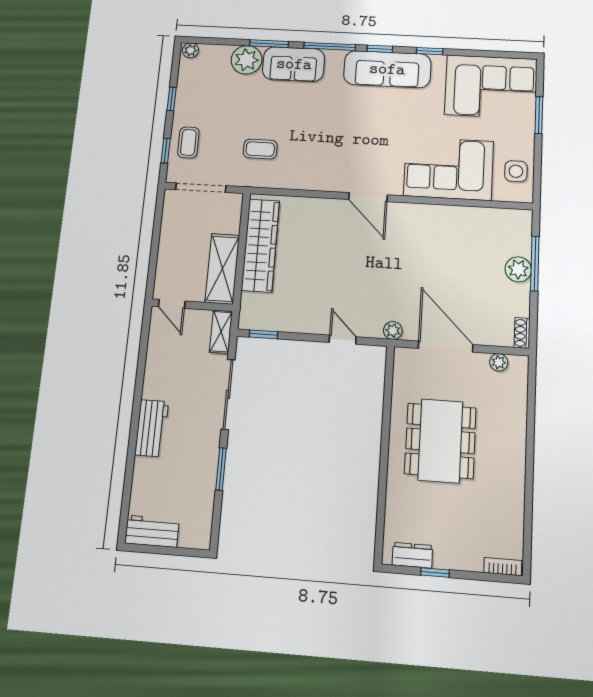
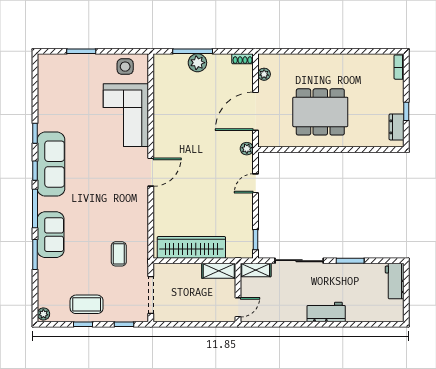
plant: (247, 60) -> (49, 270), removed
corner sofa: (491, 87) -> (61, 87), removed
coffee table: (188, 142) -> (87, 304), moved, width x1.36, depth x1.30
shelving: (222, 269) -> (219, 271), width x0.67, depth x0.75
workbench: (152, 531) -> (395, 281), moved

